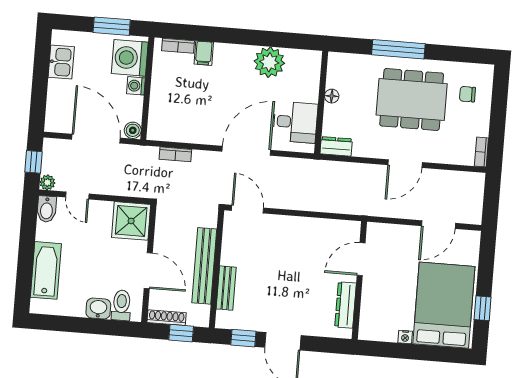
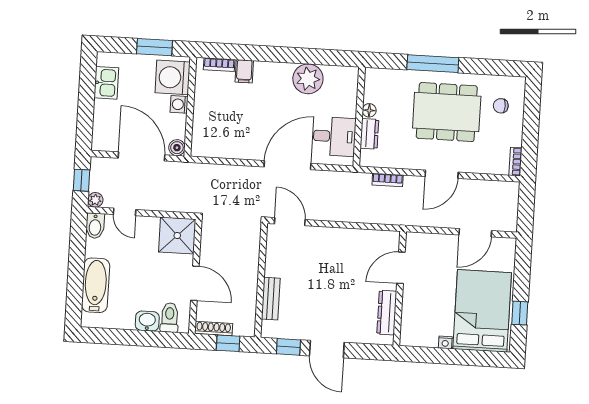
dresser: (336, 146) -> (369, 134), moved, turned 90
bookcase: (175, 154) -> (388, 180), moved
bench: (204, 266) -> (249, 278), removed

